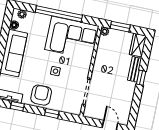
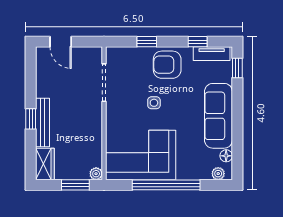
bench: (135, 69) -> (43, 122), width x1.36
armchair: (41, 95) -> (167, 65), turned 90

